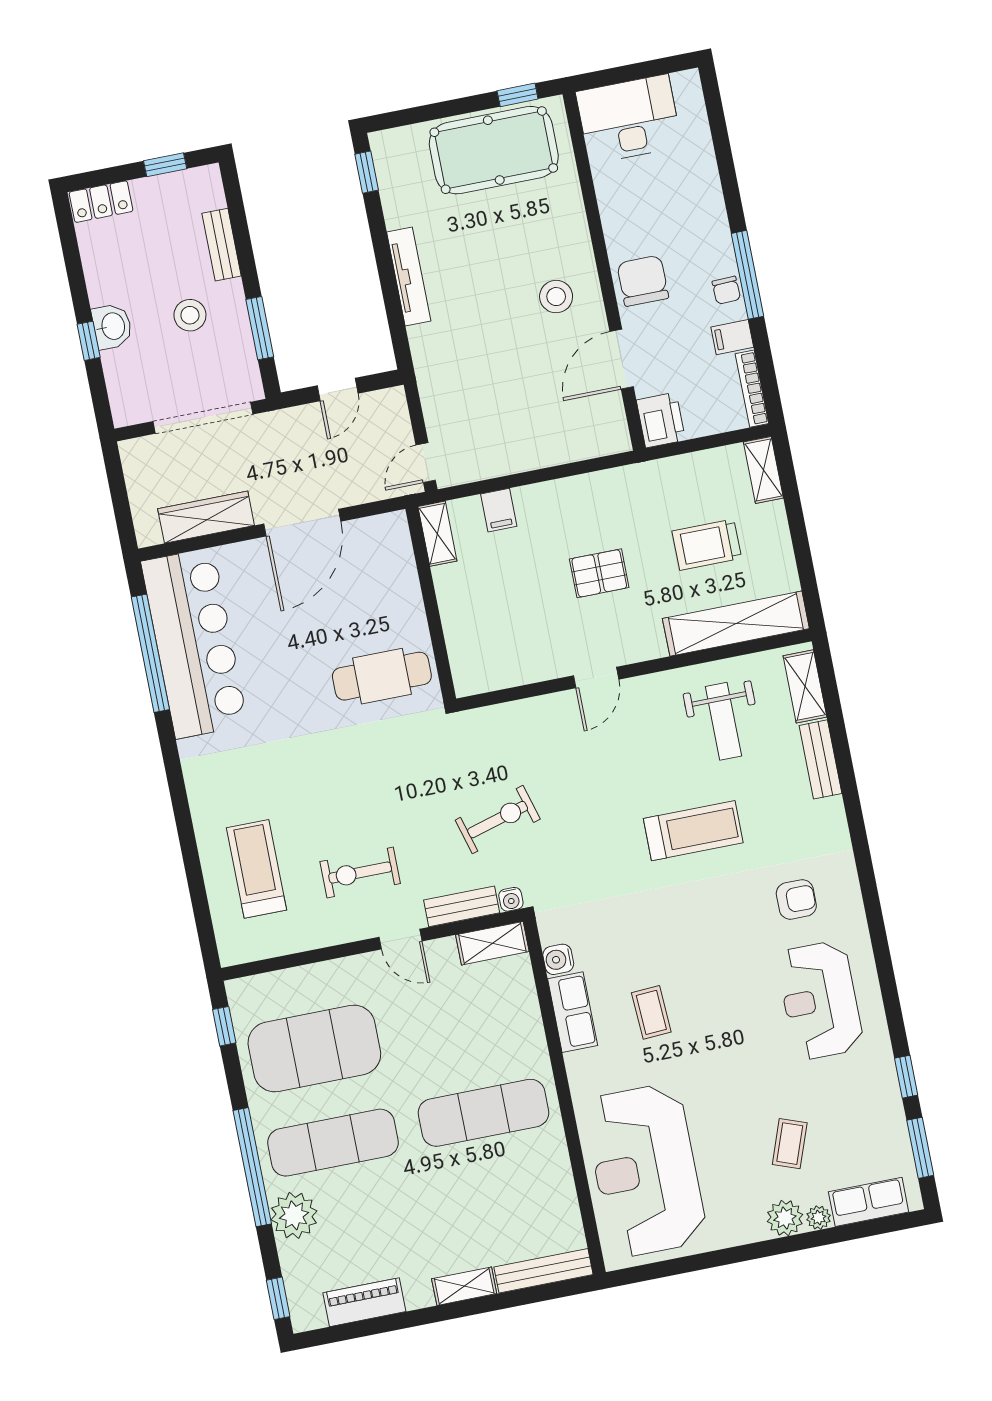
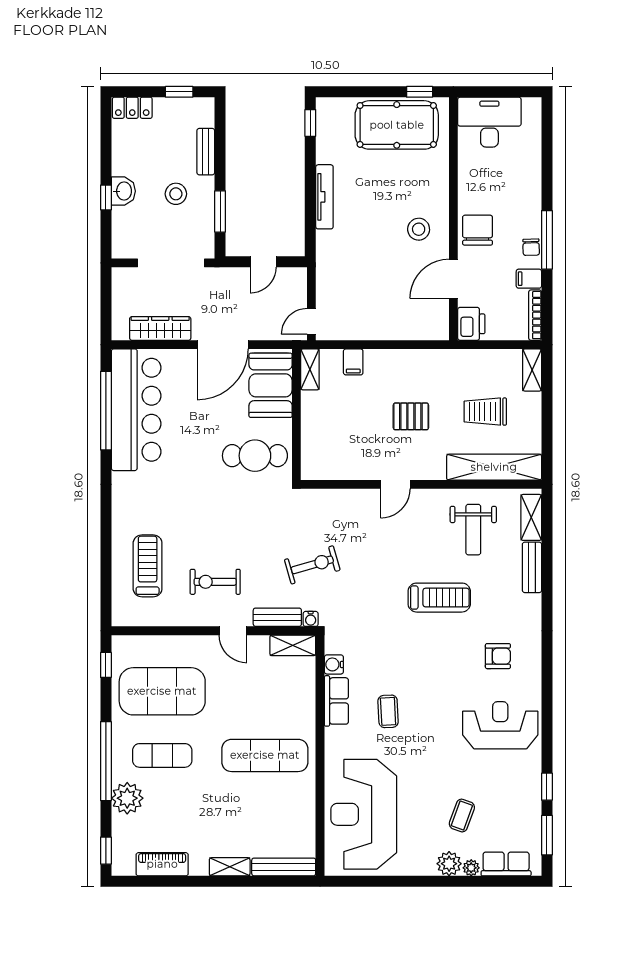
booth: (384, 568) -> (271, 385), added
reception desk: (820, 1000) -> (500, 725), turned 90
exercise mat: (333, 1143) -> (162, 755), width x0.73, depth x0.69

